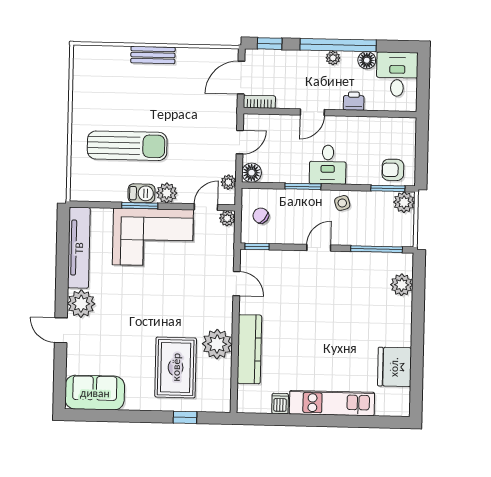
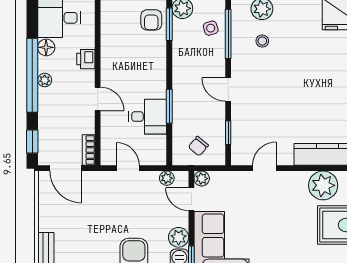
desk: (328, 165) -> (148, 117), moved
floor lamp: (252, 173) -> (157, 156), removed
side table: (342, 203) -> (211, 28), moved
window: (257, 246) -> (228, 133), moved
stool: (368, 284) -> (262, 41), added

